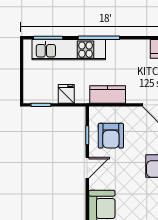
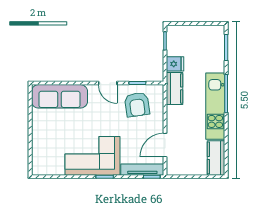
kitchen unit: (69, 50) -> (215, 106), moved
kitchen counter: (108, 94) -> (175, 88), moved
armchair: (111, 136) -> (137, 105), turned -98

